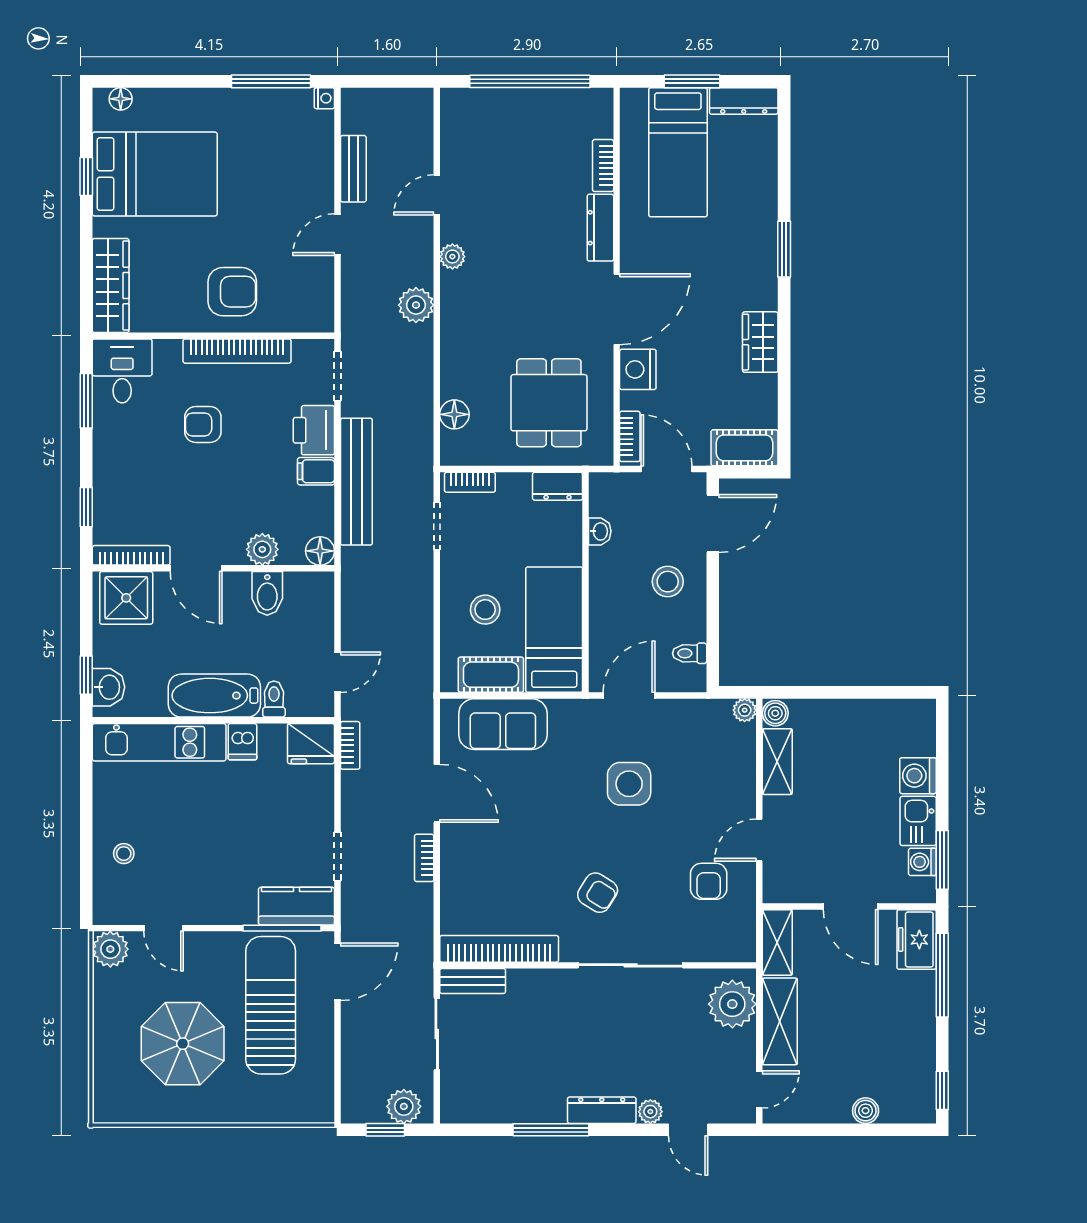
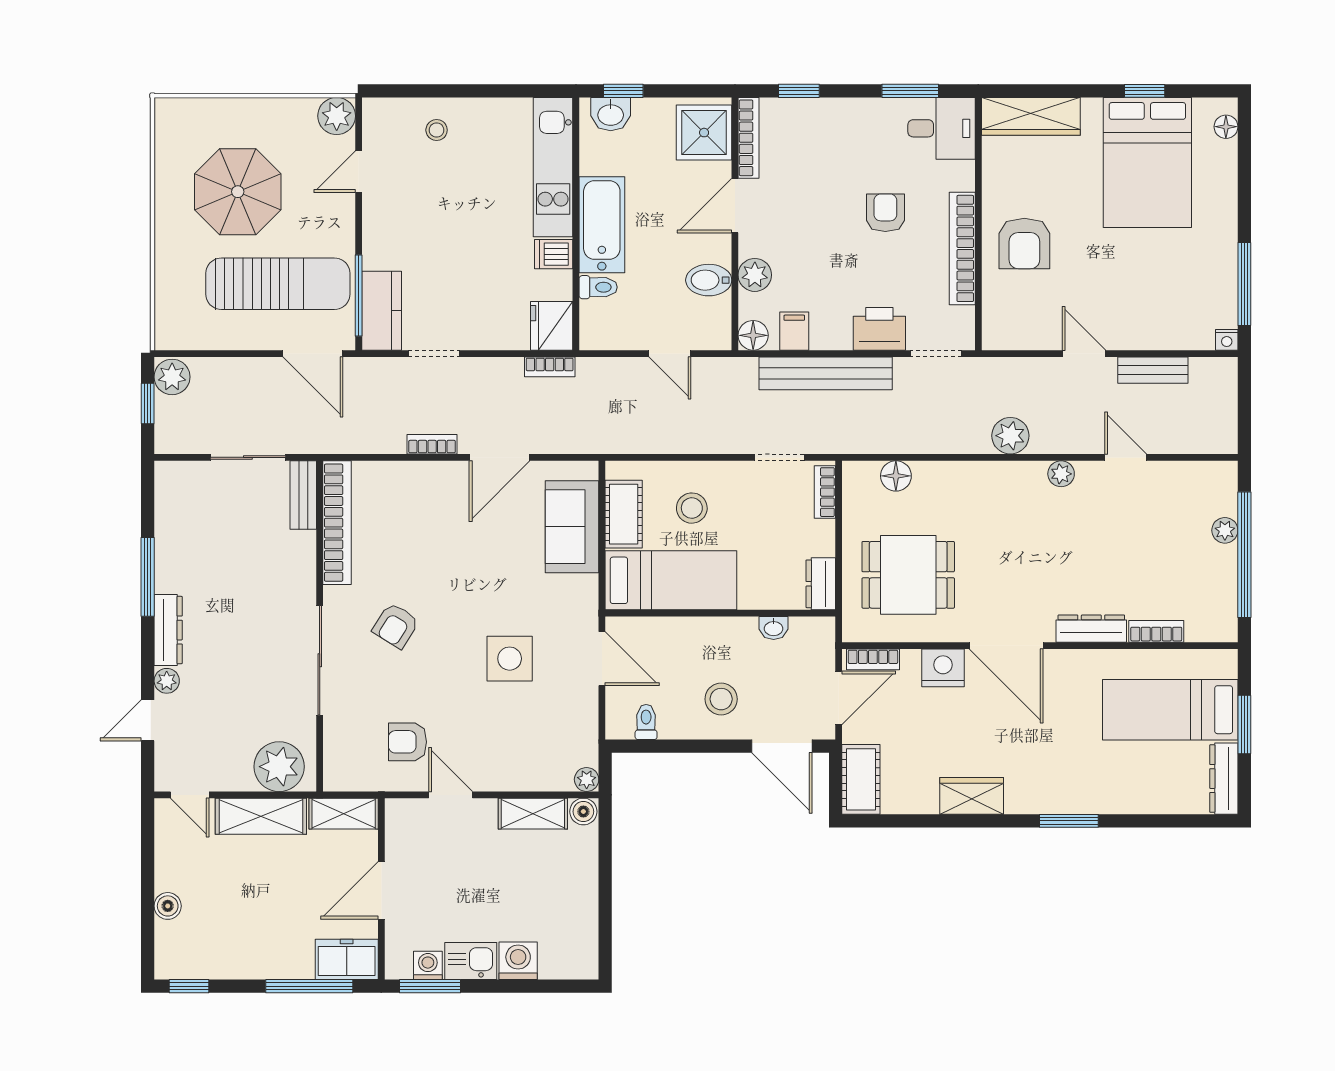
plant: (506, 100) -> (1225, 530), added
filing cabinet: (316, 471) -> (794, 331), moved
door: (337, 672) -> (670, 354), moved
plant: (404, 1106) -> (172, 377), moved

